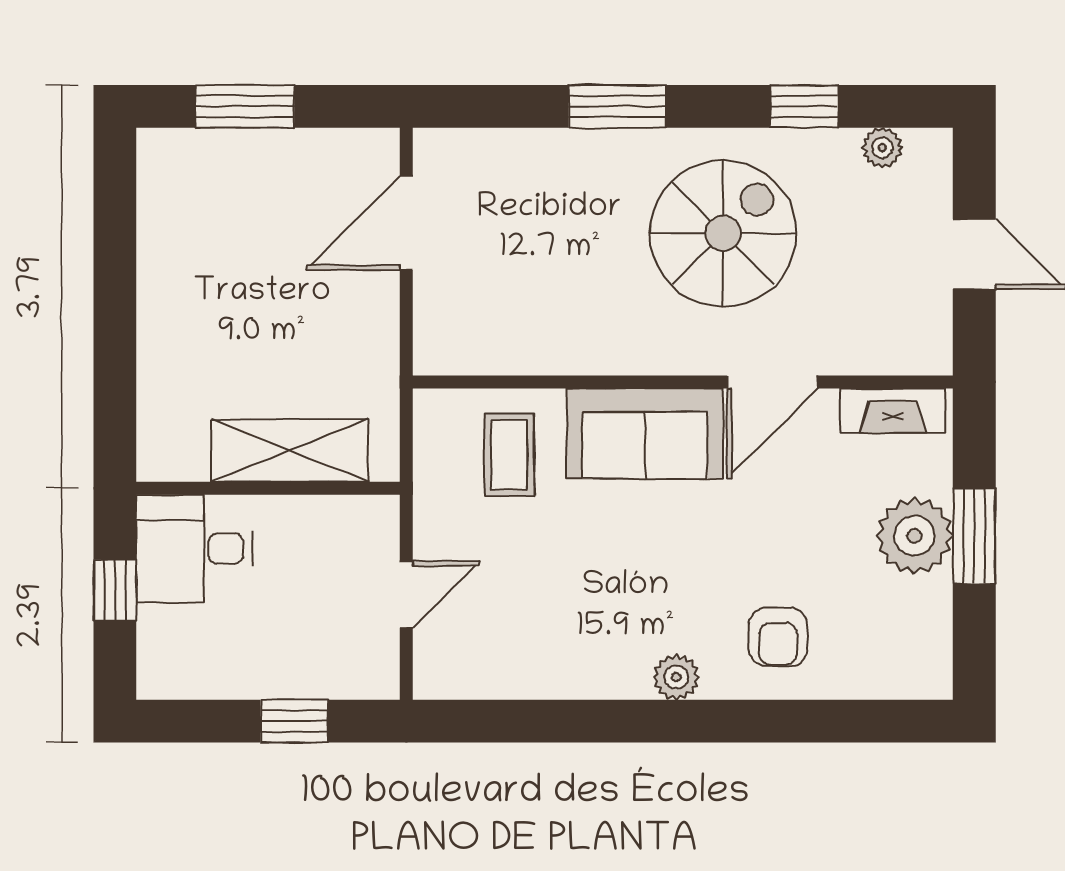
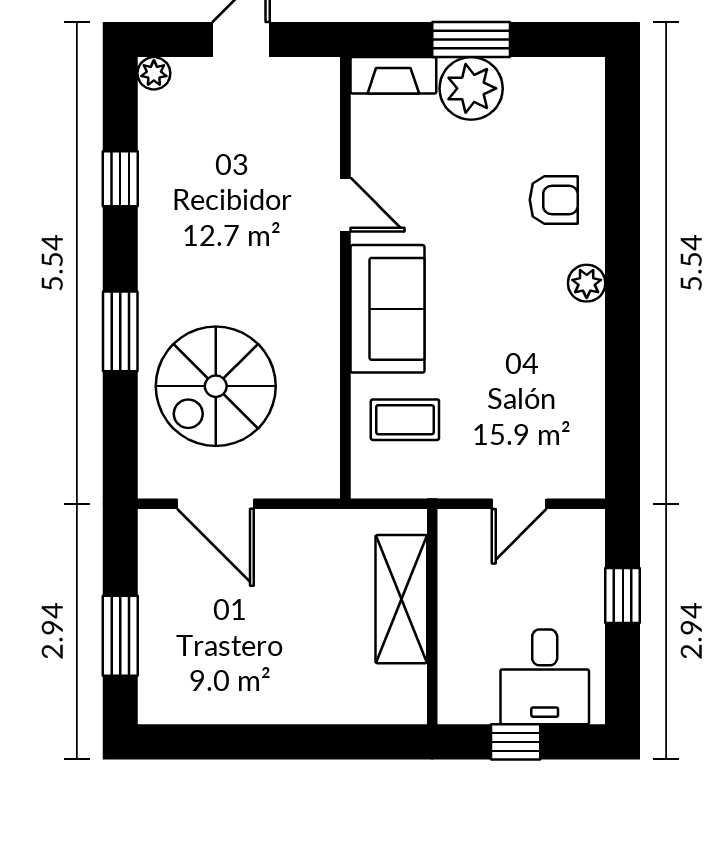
plant: (882, 148) -> (154, 73), moved
spiral stairs: (723, 233) -> (216, 386), moved, turned -90
door: (772, 382) -> (345, 205), width x0.73
fireplace: (893, 411) -> (393, 75), moved, turned 90
desk: (194, 549) -> (545, 677), moved
door: (406, 595) -> (519, 504), swing flipped

